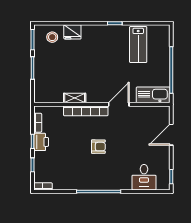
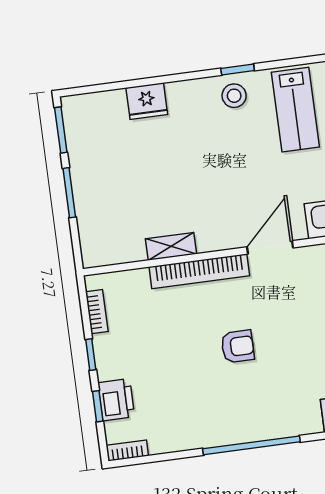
stool: (52, 37) -> (234, 96), moved
printer: (41, 142) -> (116, 400), moved

